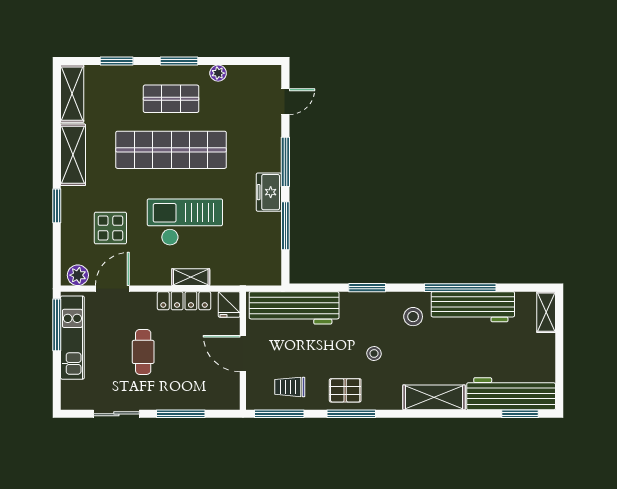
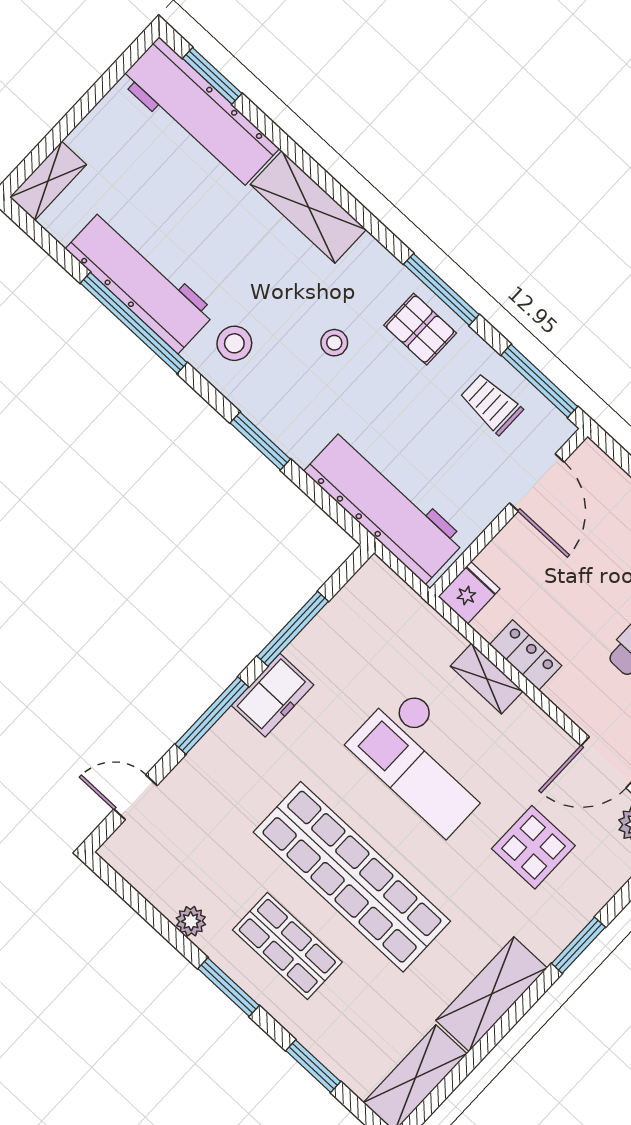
locker: (184, 301) -> (526, 655), width x0.66
door: (243, 354) -> (537, 482), moved
trolley: (290, 387) -> (491, 404), turned 180

